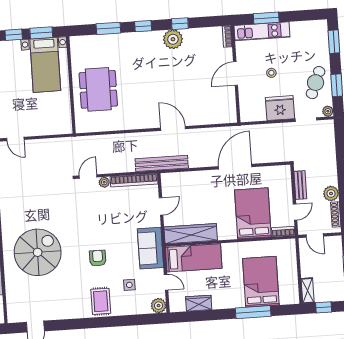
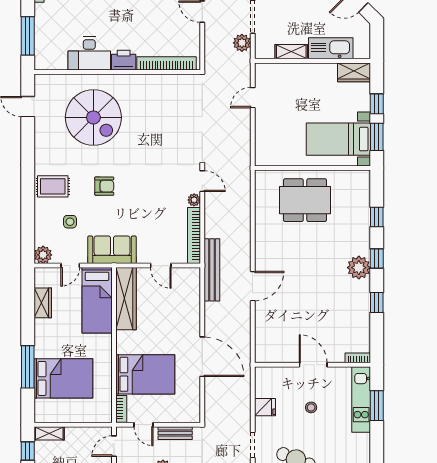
window: (108, 28) -> (377, 217), width x0.67
plant: (173, 39) -> (359, 268), moved
fridge: (280, 108) -> (265, 407), width x0.53, depth x0.75
spiral stairs: (38, 252) -> (93, 117), moved

